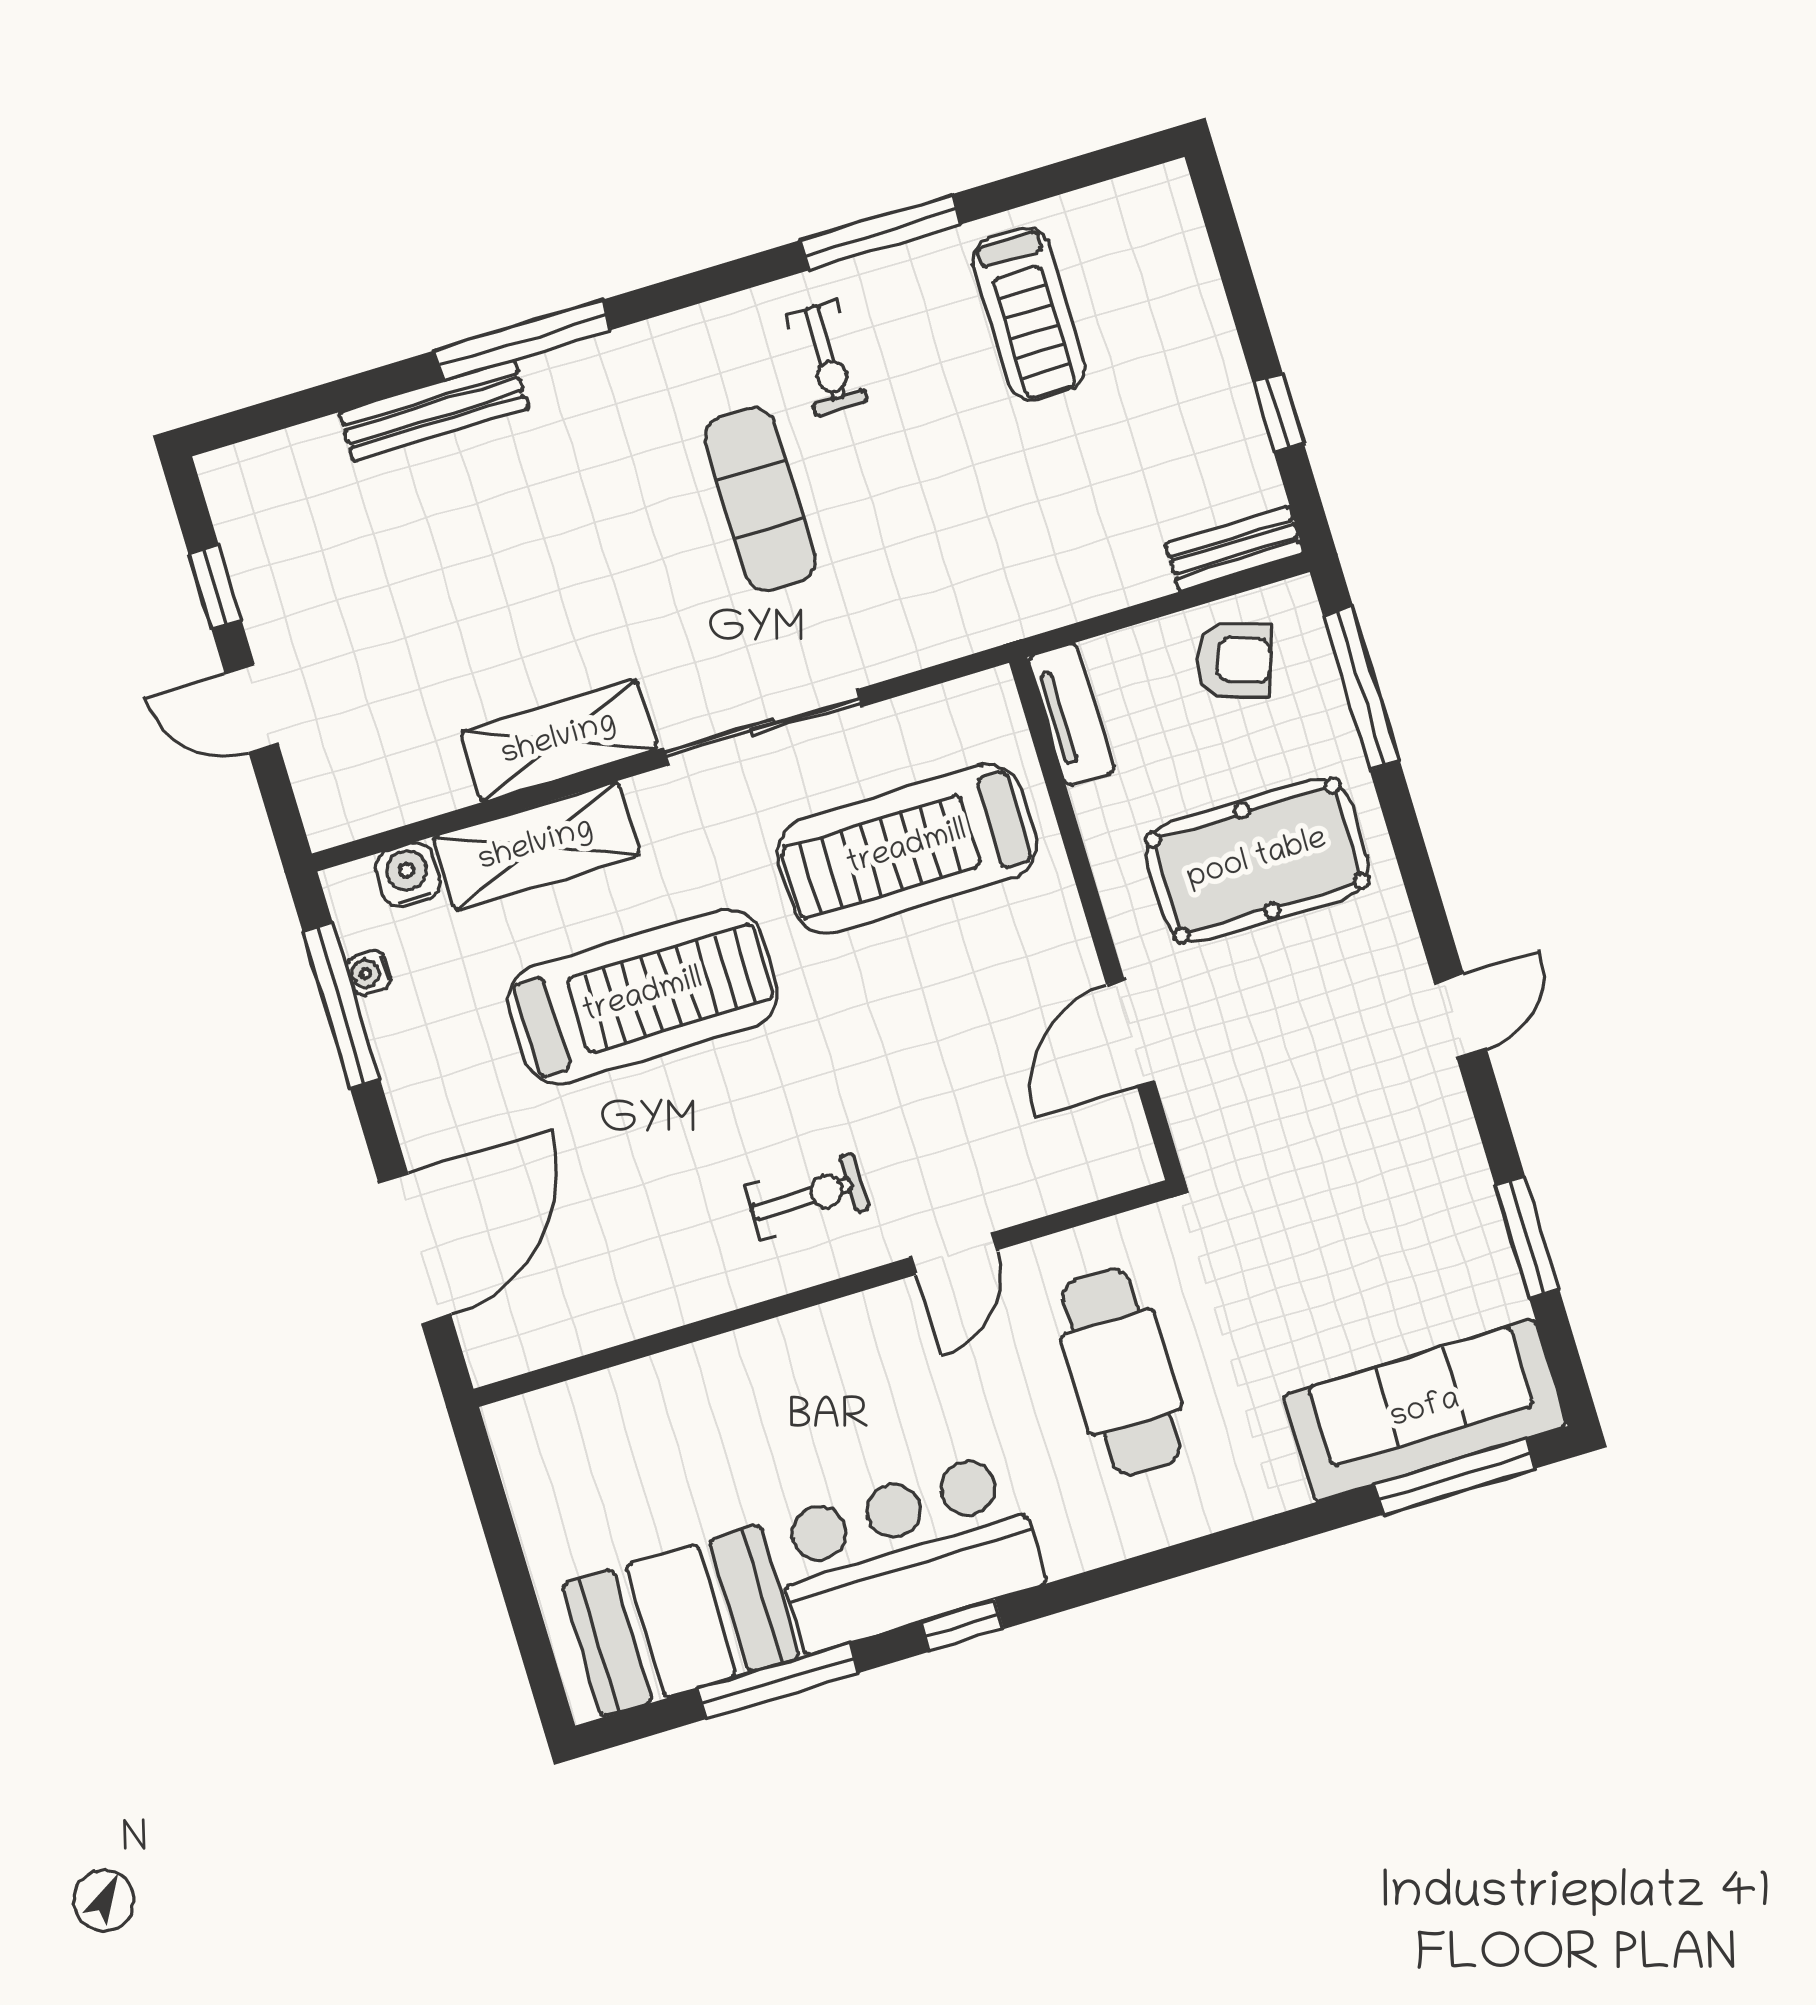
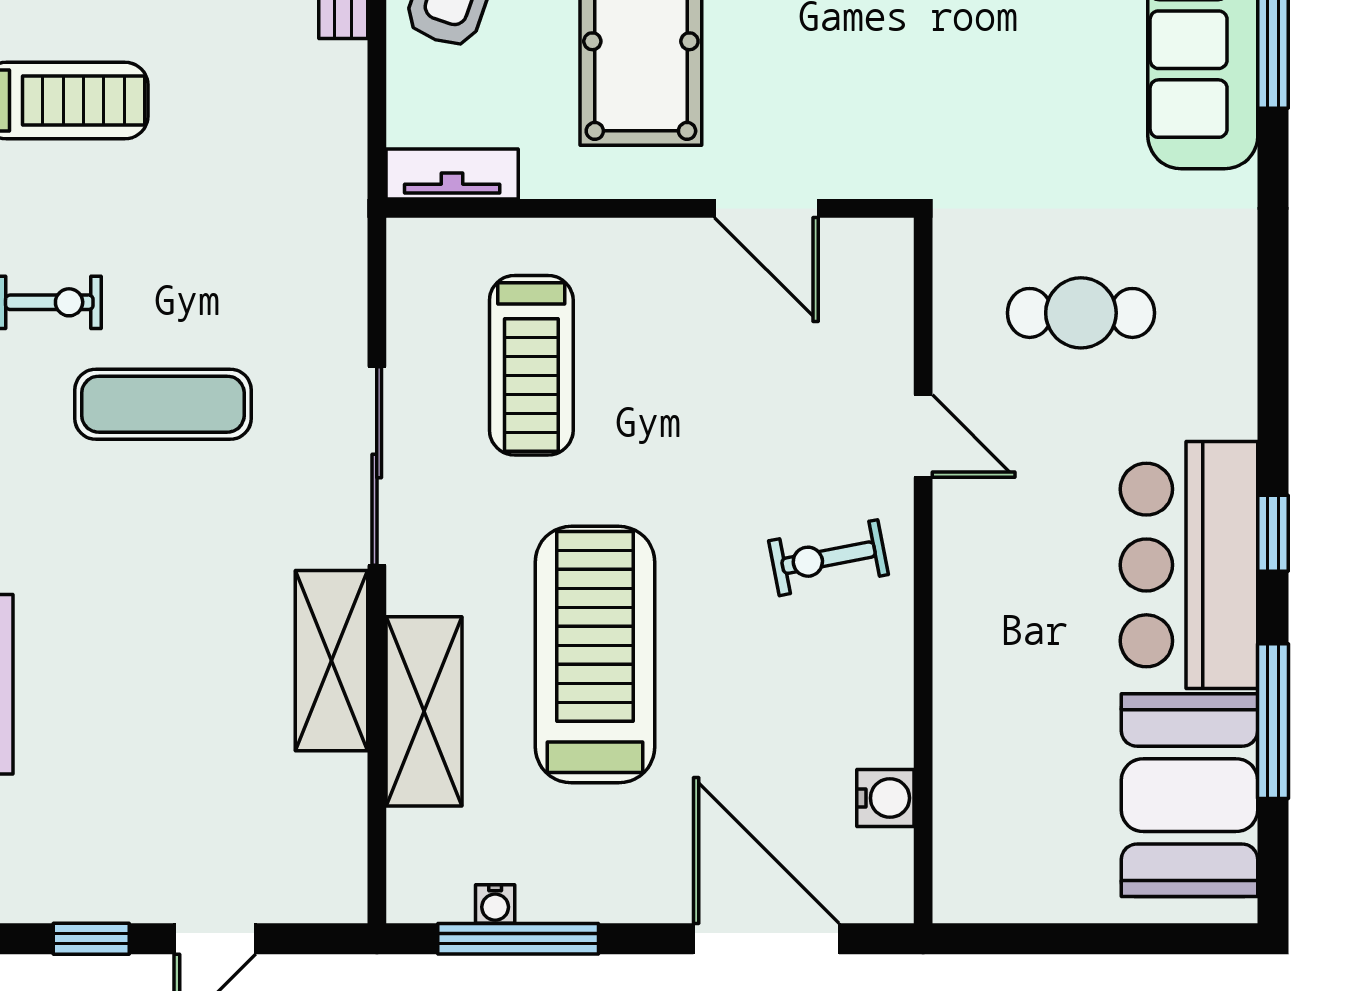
treadmill: (907, 849) -> (531, 365), width x0.73, depth x0.73
water cooler: (408, 875) -> (885, 798), moved, turned 180
exercise bike: (807, 1197) -> (829, 558), turned -101
cafe table: (1121, 1372) -> (1081, 313), width x0.73, depth x0.74

